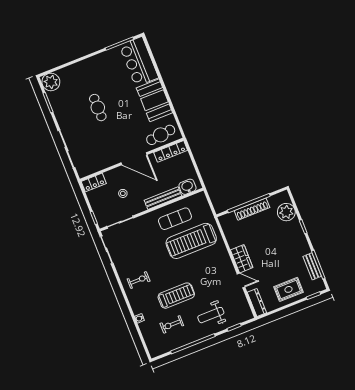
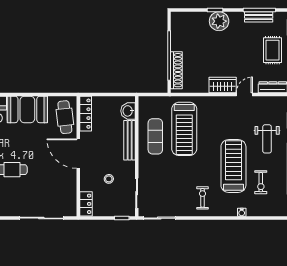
door: (134, 159) -> (78, 154), swing flipped
shoe rack: (252, 209) -> (176, 70), moved
plant: (286, 212) -> (219, 21), moved
treadmill: (176, 296) -> (233, 166), width x1.37, depth x1.38

